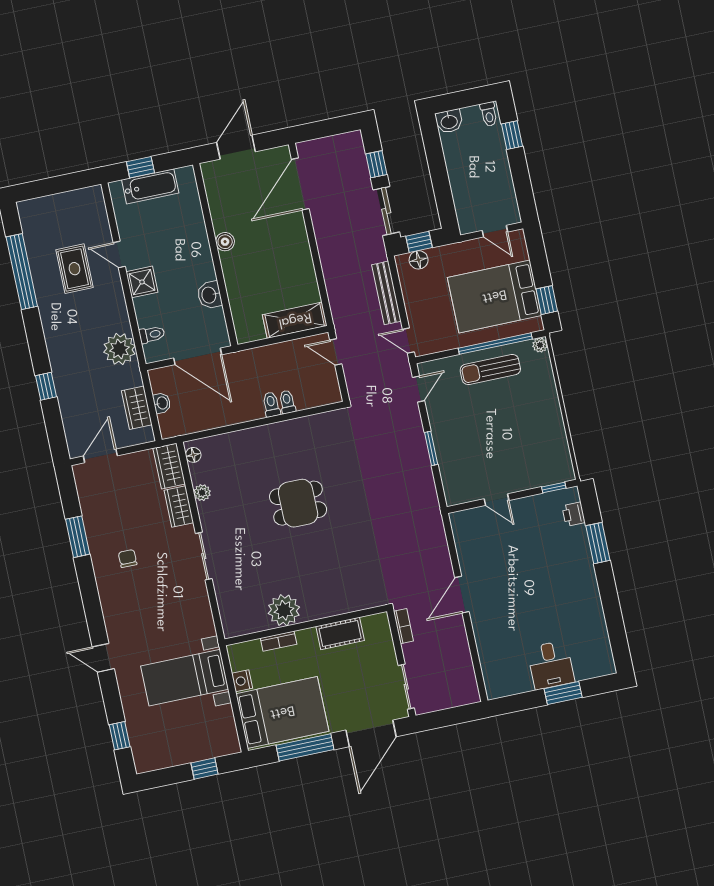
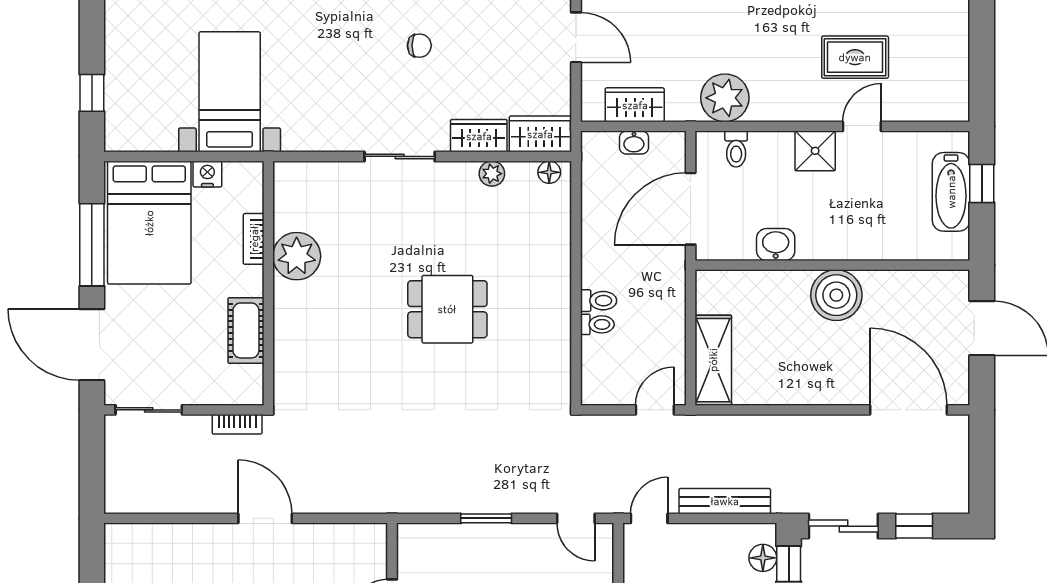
boiler: (225, 242) -> (836, 295), width x1.86, depth x1.86
dining table: (298, 503) -> (447, 309), turned 90

